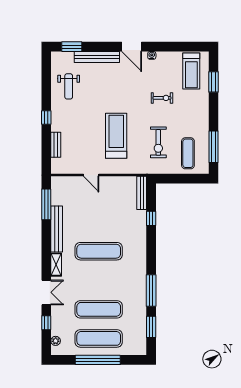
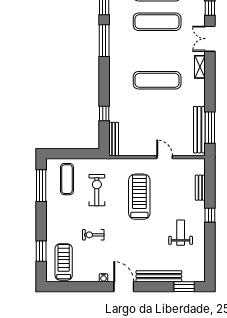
weight bench: (69, 86) -> (181, 233), moved
treadmill: (116, 136) -> (139, 197), turned 180
bench: (57, 229) -> (199, 130), moved

